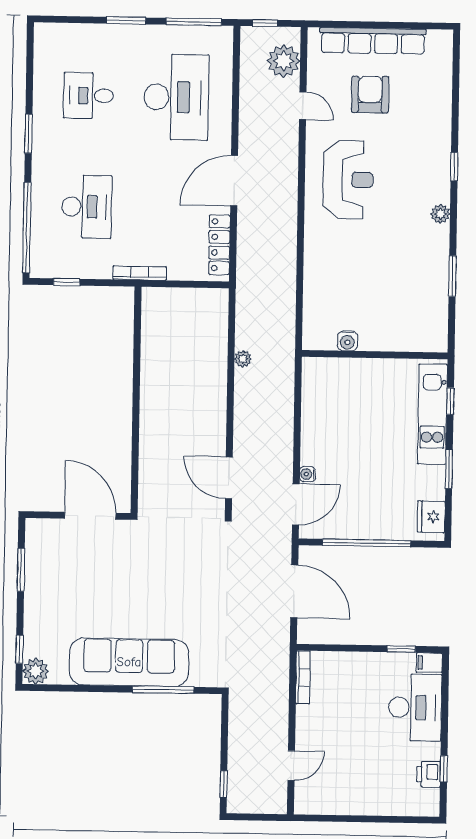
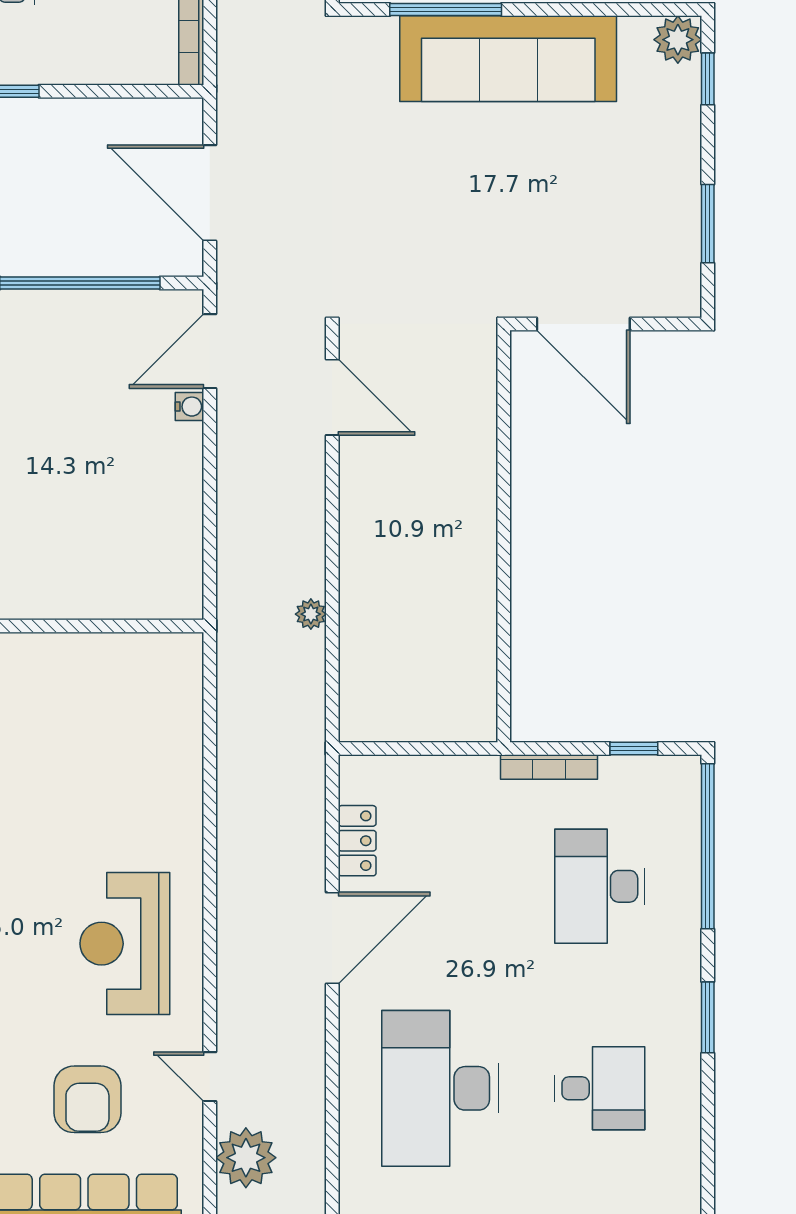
locker: (219, 245) -> (357, 841), width x0.66
bookcase: (140, 273) -> (549, 767), moved
water cooler: (347, 341) -> (121, 650), removed

